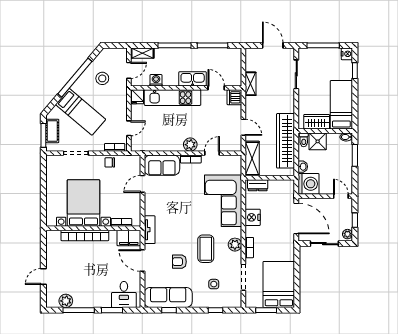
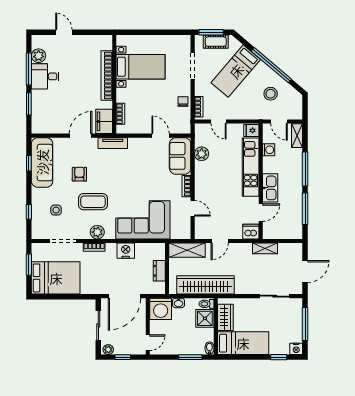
plant: (190, 145) -> (202, 154), moved
dresser: (258, 185) -> (159, 271), moved
bed with nightstands: (83, 203) -> (141, 67), width x0.73
desk: (124, 294) -> (45, 76), moved

